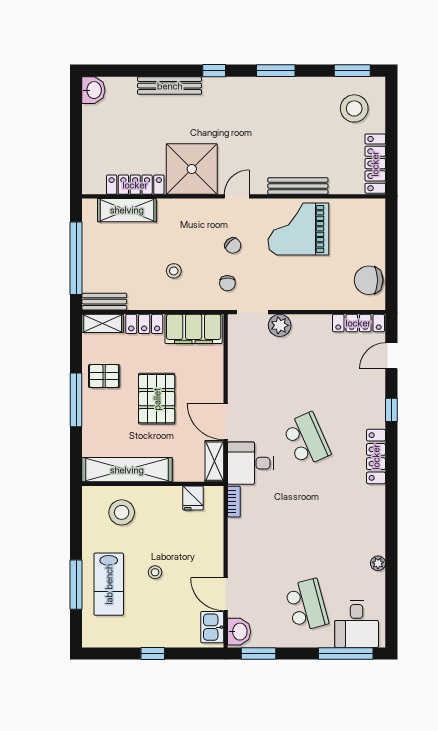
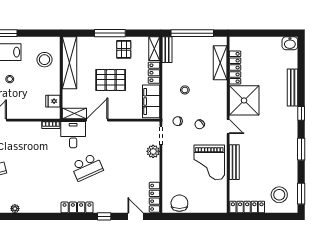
grand piano: (298, 229) -> (209, 162), turned 180

